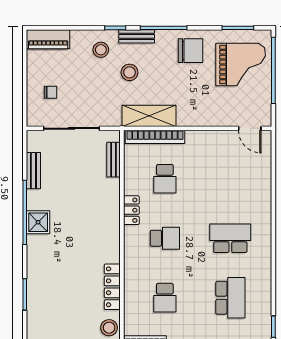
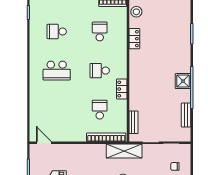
shelving: (149, 116) -> (124, 151), moved
locker: (112, 287) -> (134, 39), width x0.66
school desk: (230, 298) -> (57, 31), width x0.54

